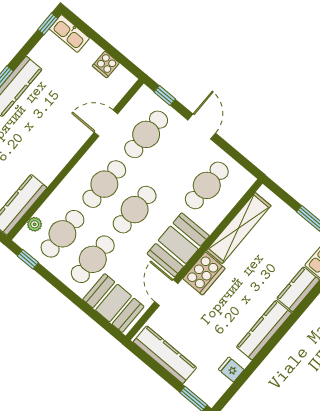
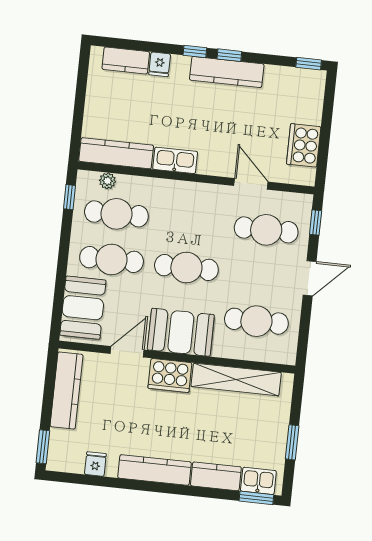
kitchen sink: (69, 33) -> (175, 160), moved, turned 90
cooker: (106, 64) -> (304, 145), width x1.87, depth x1.31
cafe table: (104, 184) -> (191, 222), removed

